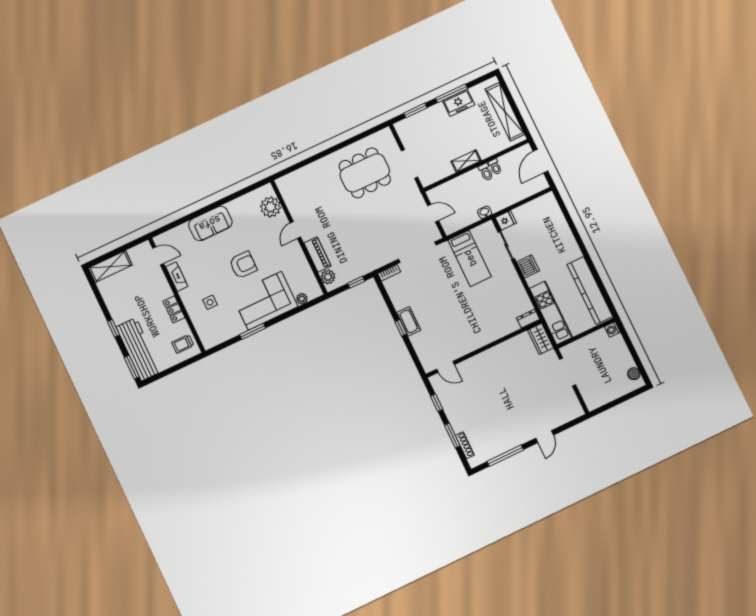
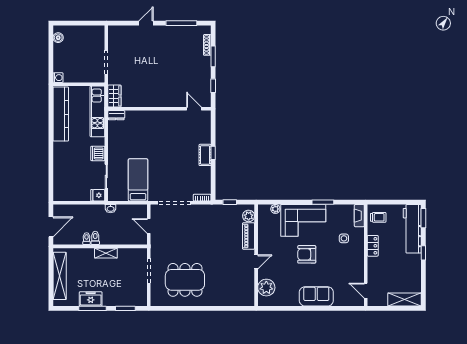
fireplace: (177, 277) -> (359, 216), moved

